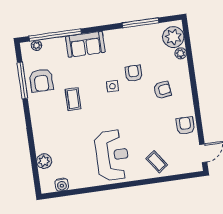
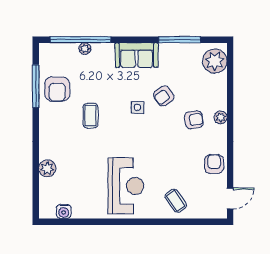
sofa: (85, 44) -> (137, 55), moved
plant: (36, 46) -> (85, 49), moved
plant: (181, 53) -> (221, 117), moved
armchair: (134, 73) -> (164, 96), turned -126
plant: (44, 161) -> (47, 168), moved

